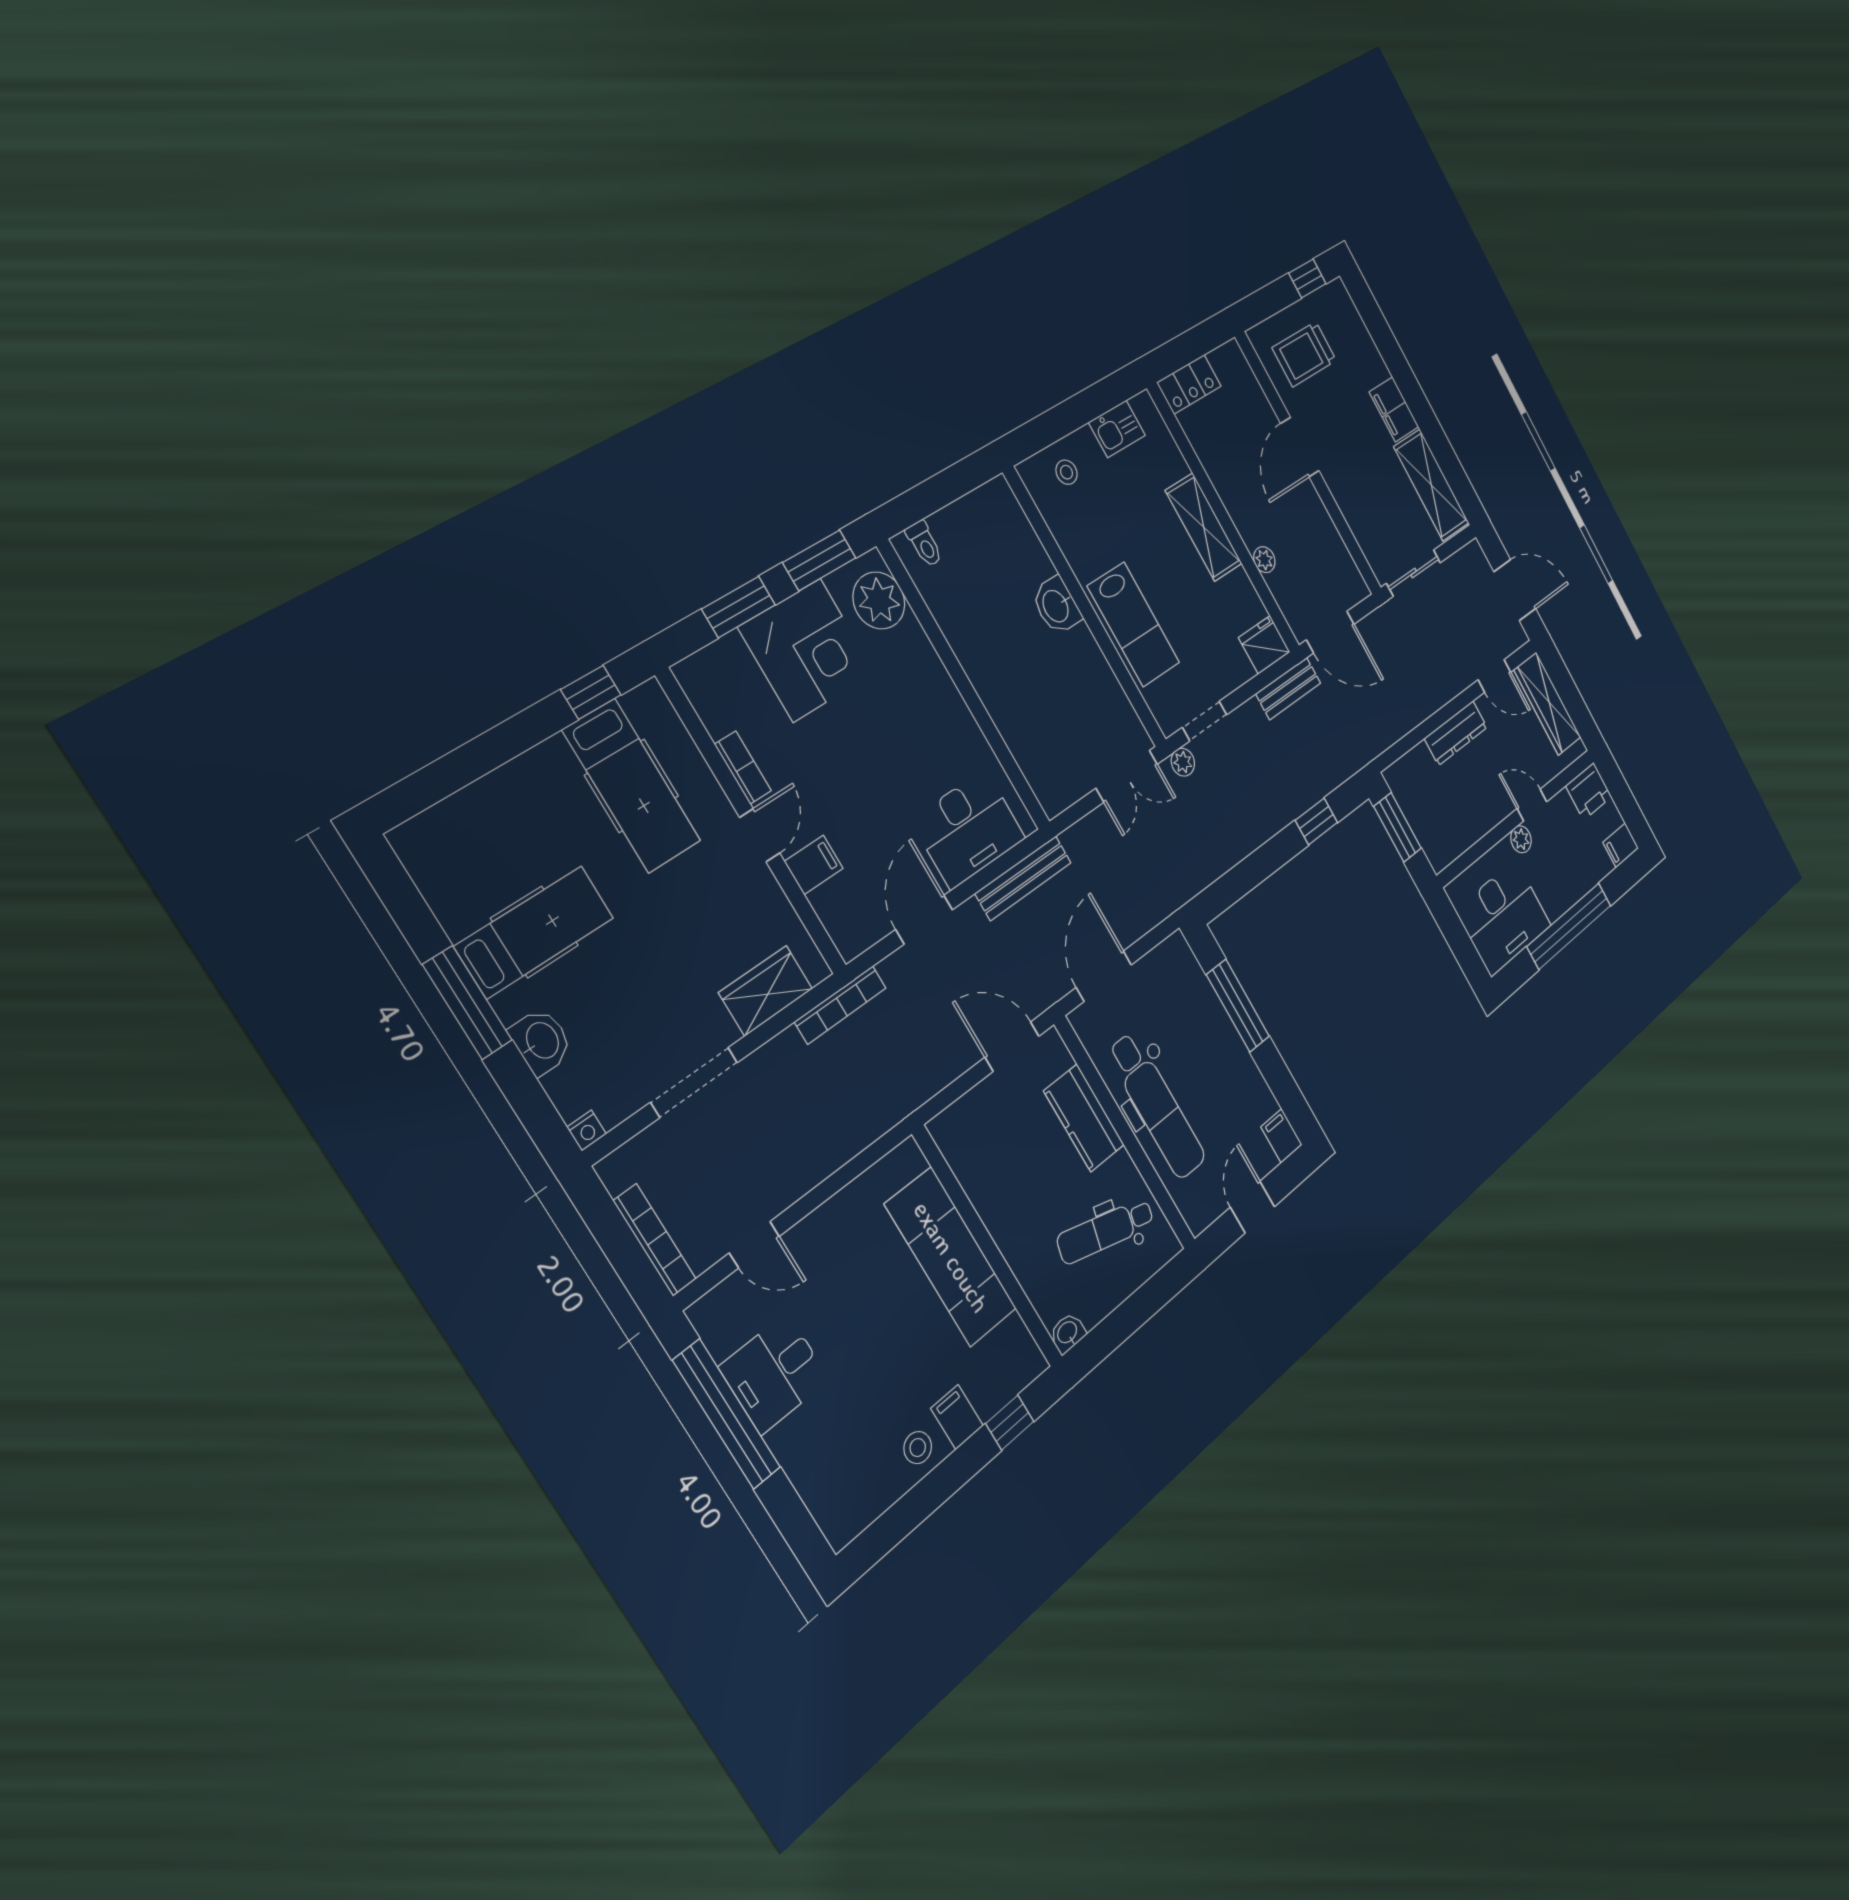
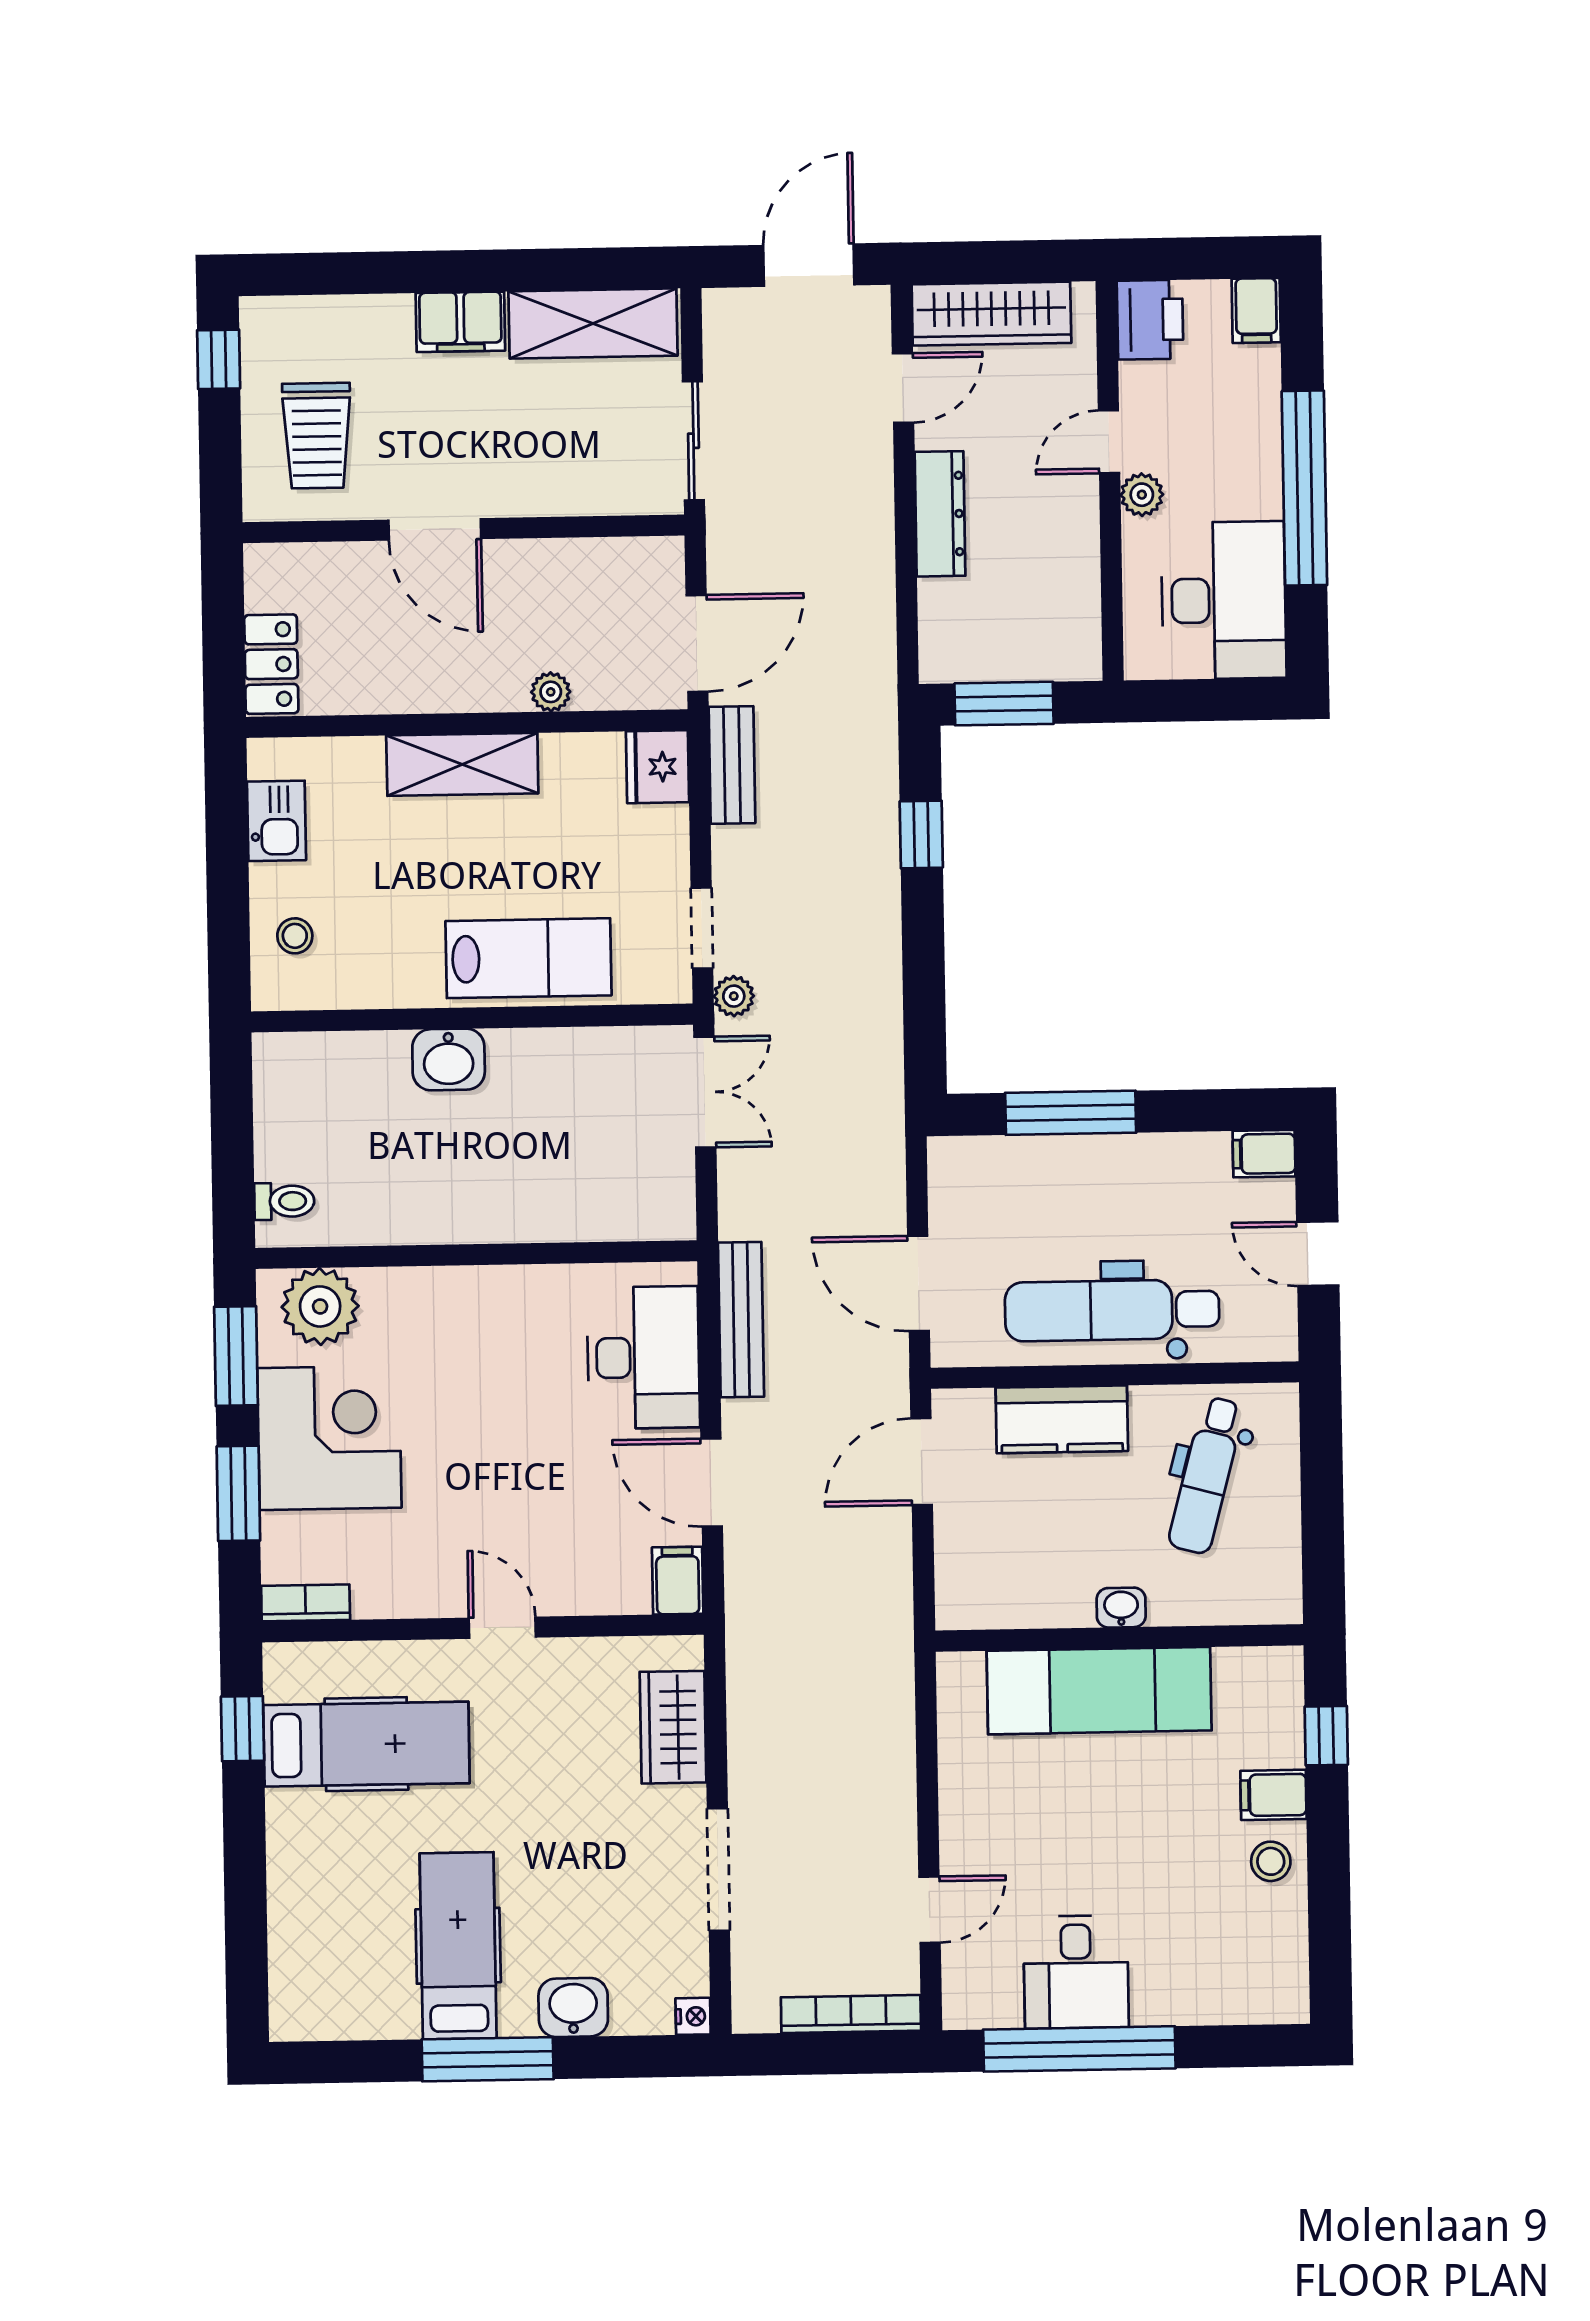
bookcase: (743, 768) -> (306, 1603), moved
filing cabinet: (814, 865) -> (678, 1581), moved
bookcase: (841, 1005) -> (742, 1648), removed
dental chair: (1157, 1106) -> (1112, 1310), turned 180
washbasin: (1068, 1333) -> (1121, 1608), moved, turned 90

